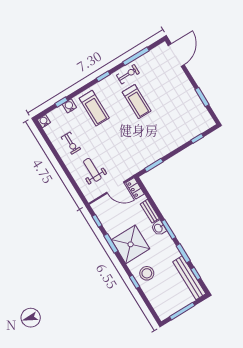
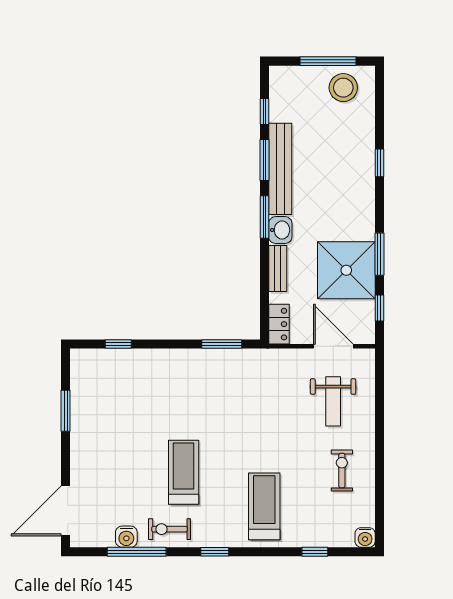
water cooler: (69, 106) -> (126, 537), moved
door: (115, 188) -> (333, 346), moved
shower: (131, 244) -> (346, 270), moved
stool: (147, 273) -> (343, 88), moved
bench: (189, 278) -> (280, 169), moved

